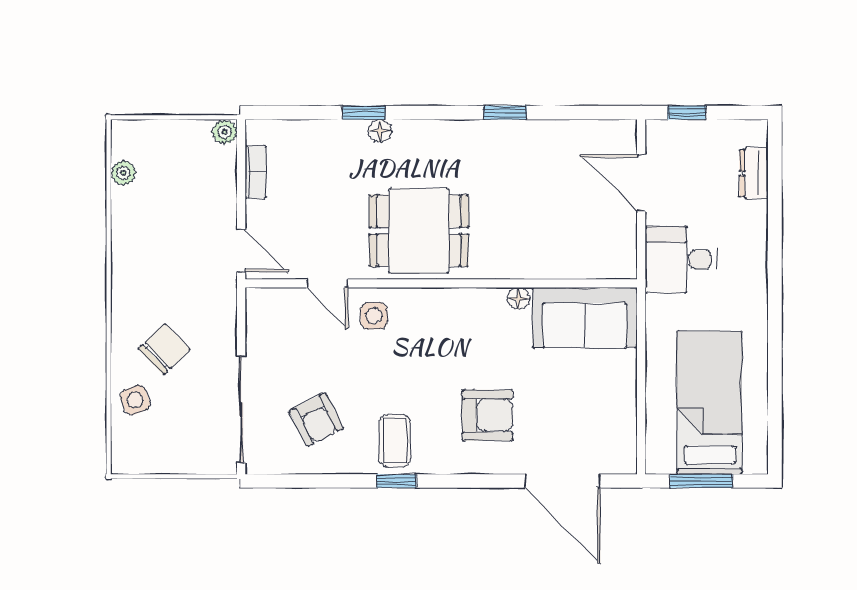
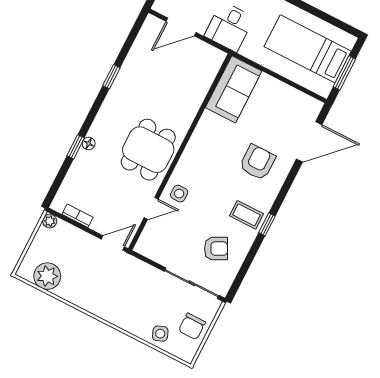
plant: (123, 173) -> (47, 276), width x1.87, depth x1.87
floor lamp: (519, 298) -> (207, 117), removed
chair: (164, 349) -> (192, 326), moved, turned -136

